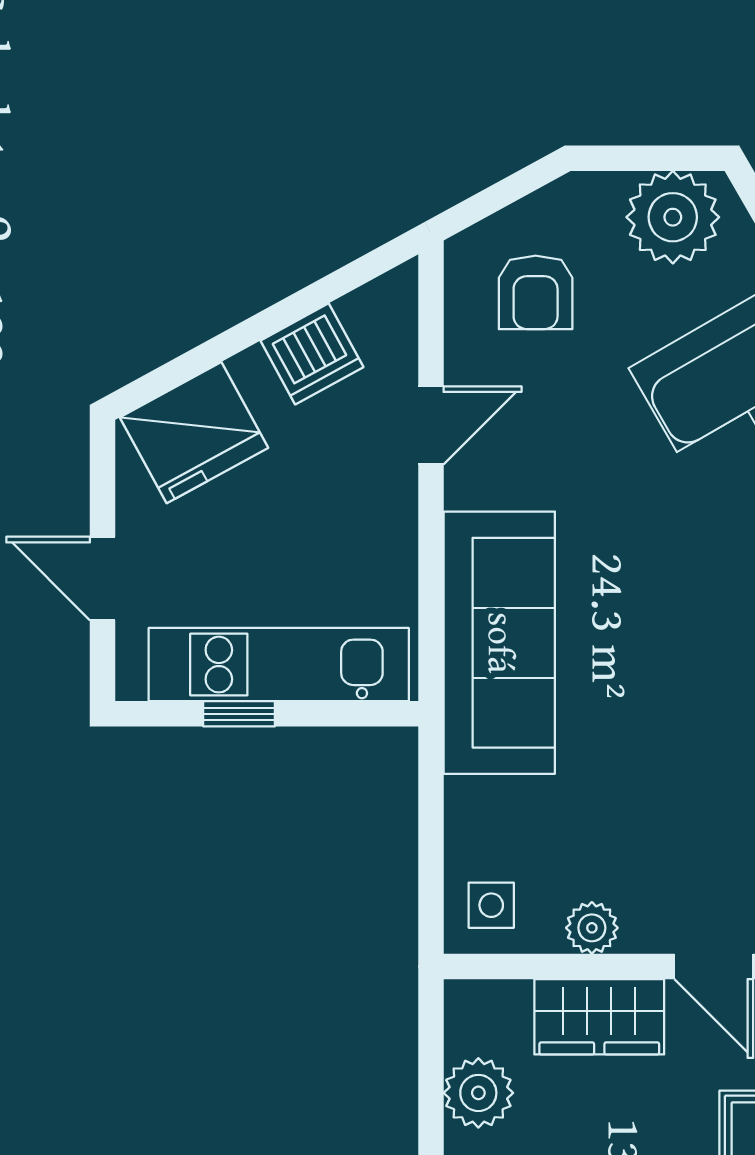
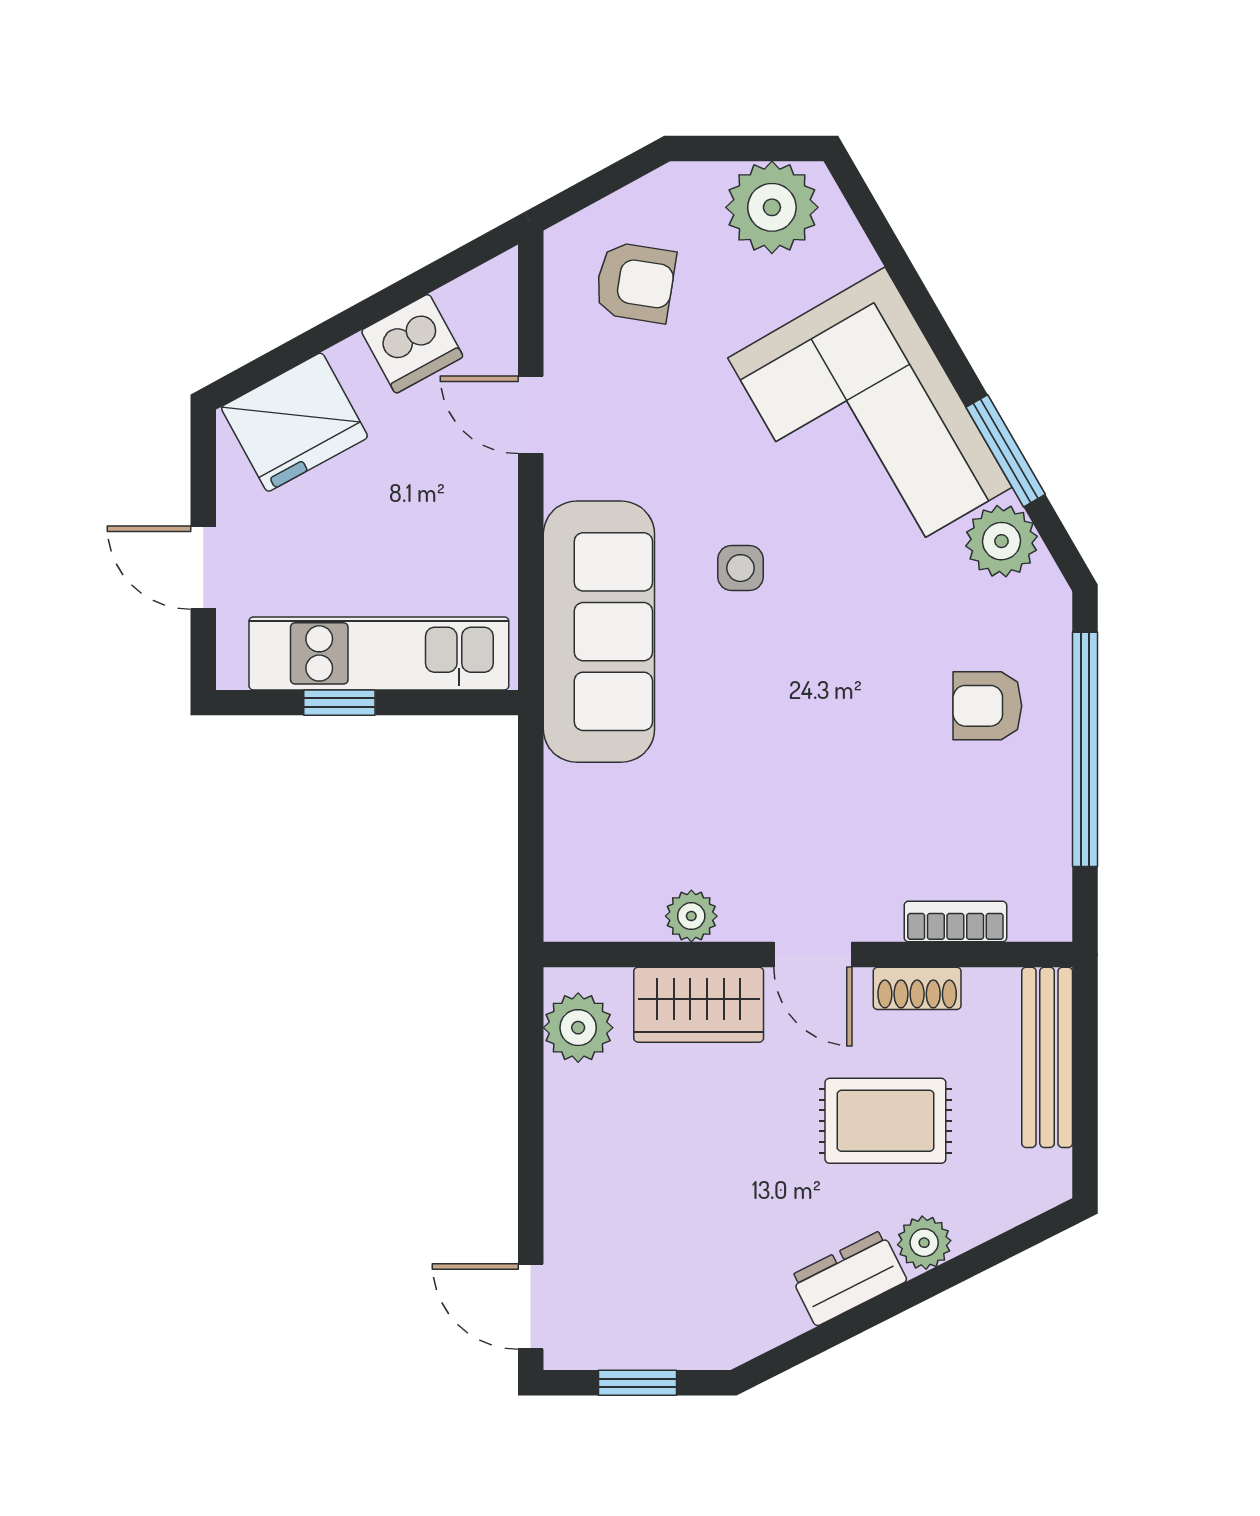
armchair: (536, 292) -> (635, 282), turned -81
door: (431, 425) -> (531, 415), swing flipped
side table: (491, 905) -> (740, 568), moved
plant: (478, 1093) -> (578, 1028), moved

